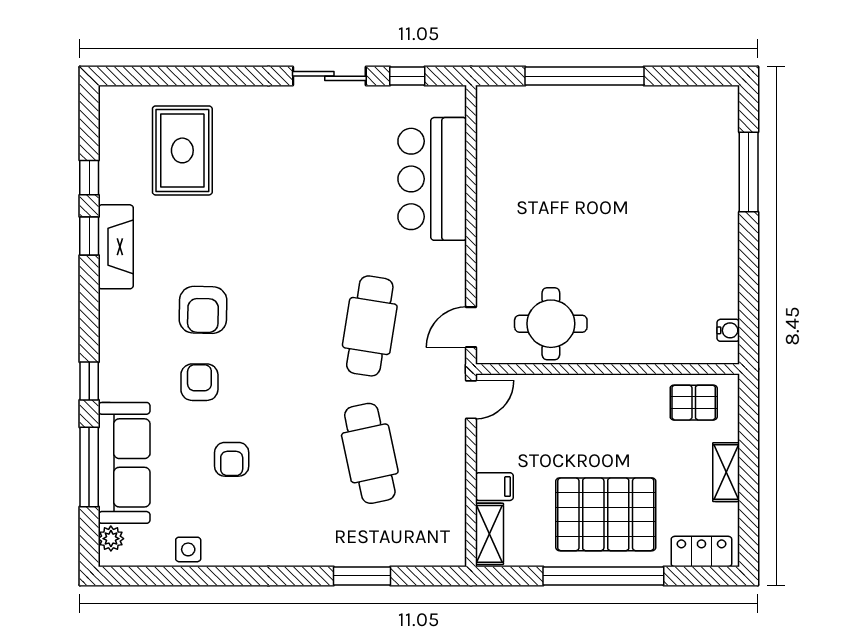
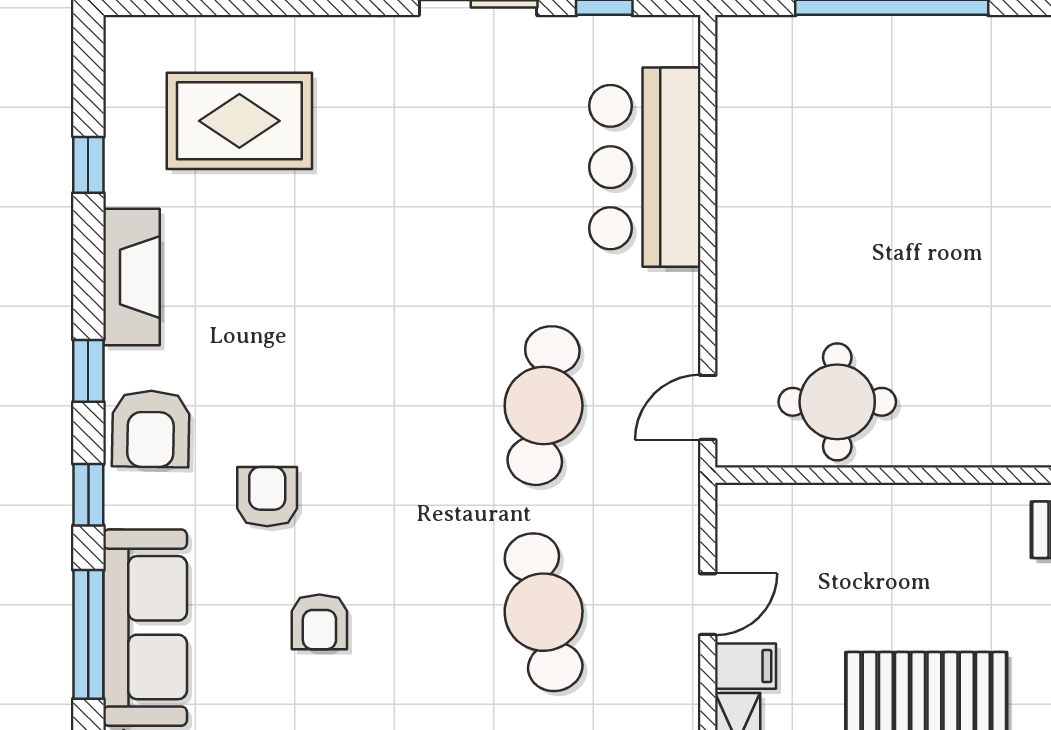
rug: (182, 150) -> (239, 121), turned 90
window: (89, 236) -> (88, 371), moved
armchair: (203, 310) -> (151, 429), moved
door: (471, 400) -> (708, 604), moved

